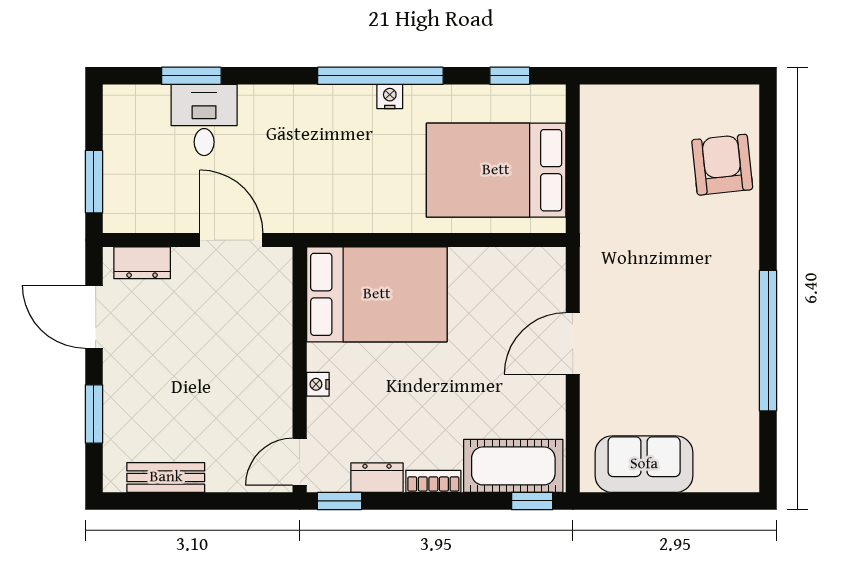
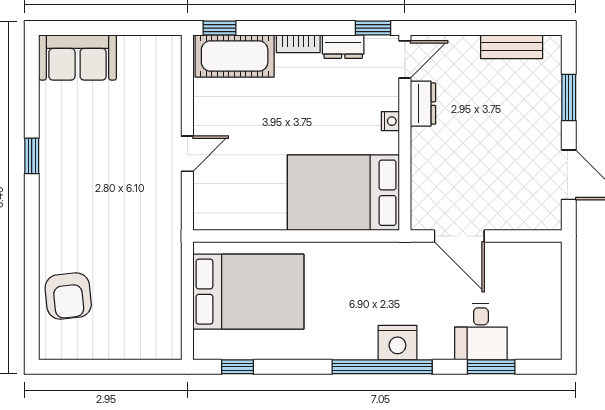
window: (380, 76) -> (382, 367), moved
nightstand: (390, 97) -> (397, 343), moved, width x1.89, depth x1.79
window: (94, 182) -> (569, 283), removed
dresser: (142, 263) -> (423, 104), moved, turned 90
window: (768, 341) -> (32, 156), width x0.32
door: (573, 343) -> (187, 154), width x0.73
sofa: (644, 464) -> (78, 58), moved

